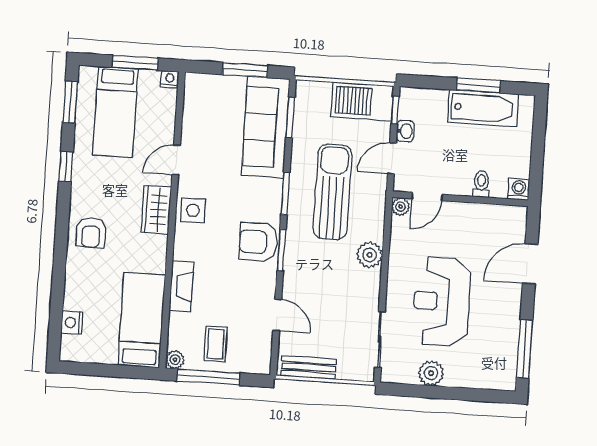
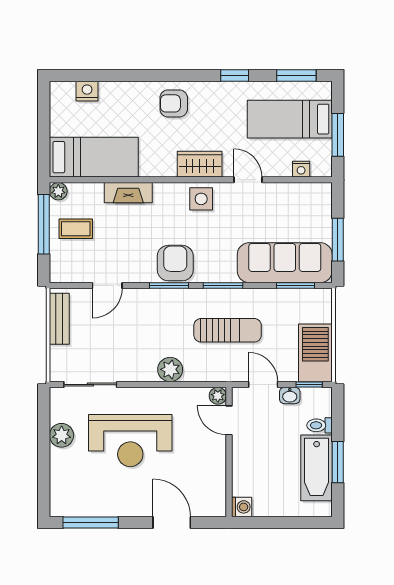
nightstand: (170, 79) -> (301, 169), moved, turned 90
toilet: (481, 184) -> (320, 425), moved, turned 180
sun lounger: (332, 192) -> (228, 330), width x0.73, depth x0.75
reception desk: (441, 301) -> (130, 441), turned 180

